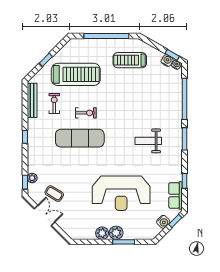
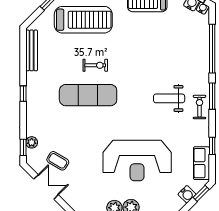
exercise bike: (54, 103) -> (199, 107), moved

